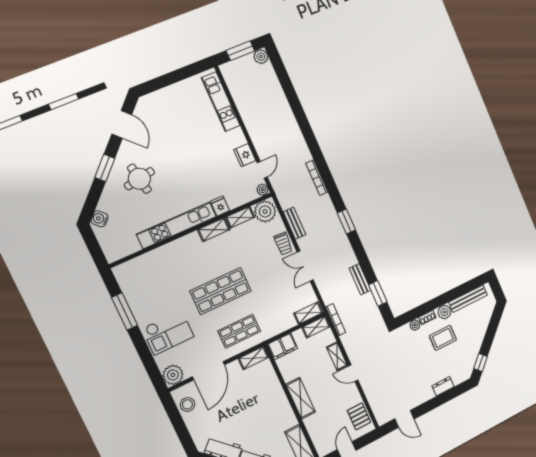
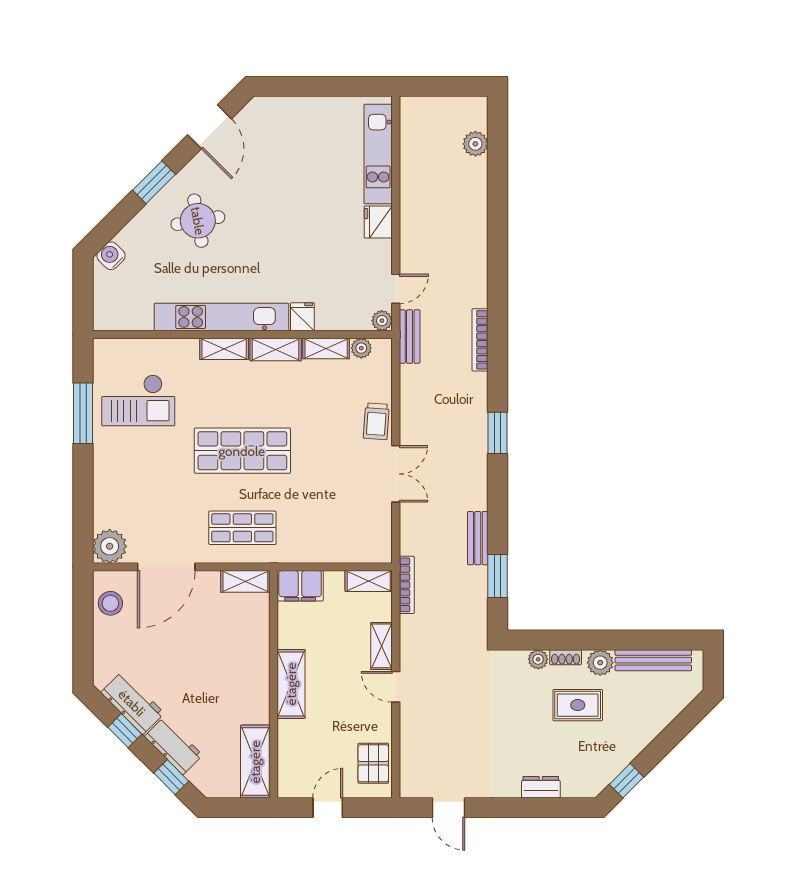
window: (240, 51) -> (446, 86), removed
plant: (261, 57) -> (475, 144), moved
fridge: (245, 155) -> (378, 222), moved
plant: (265, 211) -> (361, 348), width x0.53, depth x0.53
bench: (294, 223) -> (410, 337), moved
double door: (305, 266) -> (396, 474), swing flipped
shelving: (308, 313) -> (224, 349), moved
checkout: (168, 333) -> (138, 400), moved

